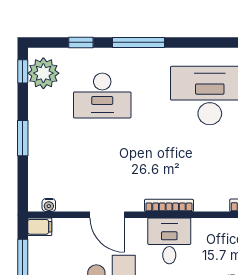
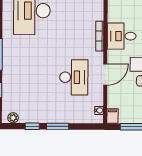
window: (23, 71) -> (32, 126), moved
plant: (43, 73) -> (13, 118), width x0.53, depth x0.53
desk: (102, 95) -> (74, 77), moved

